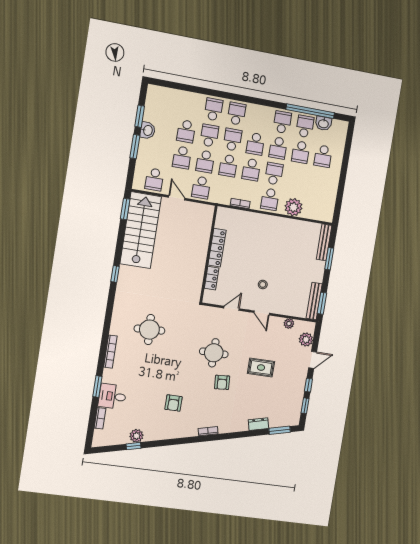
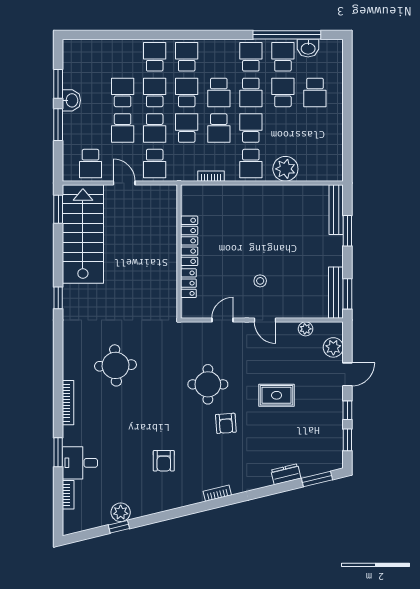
school desk: (186, 131) -> (123, 92), turned 180
school desk: (301, 152) -> (283, 92), turned 180
school desk: (228, 166) -> (187, 128), turned 180

